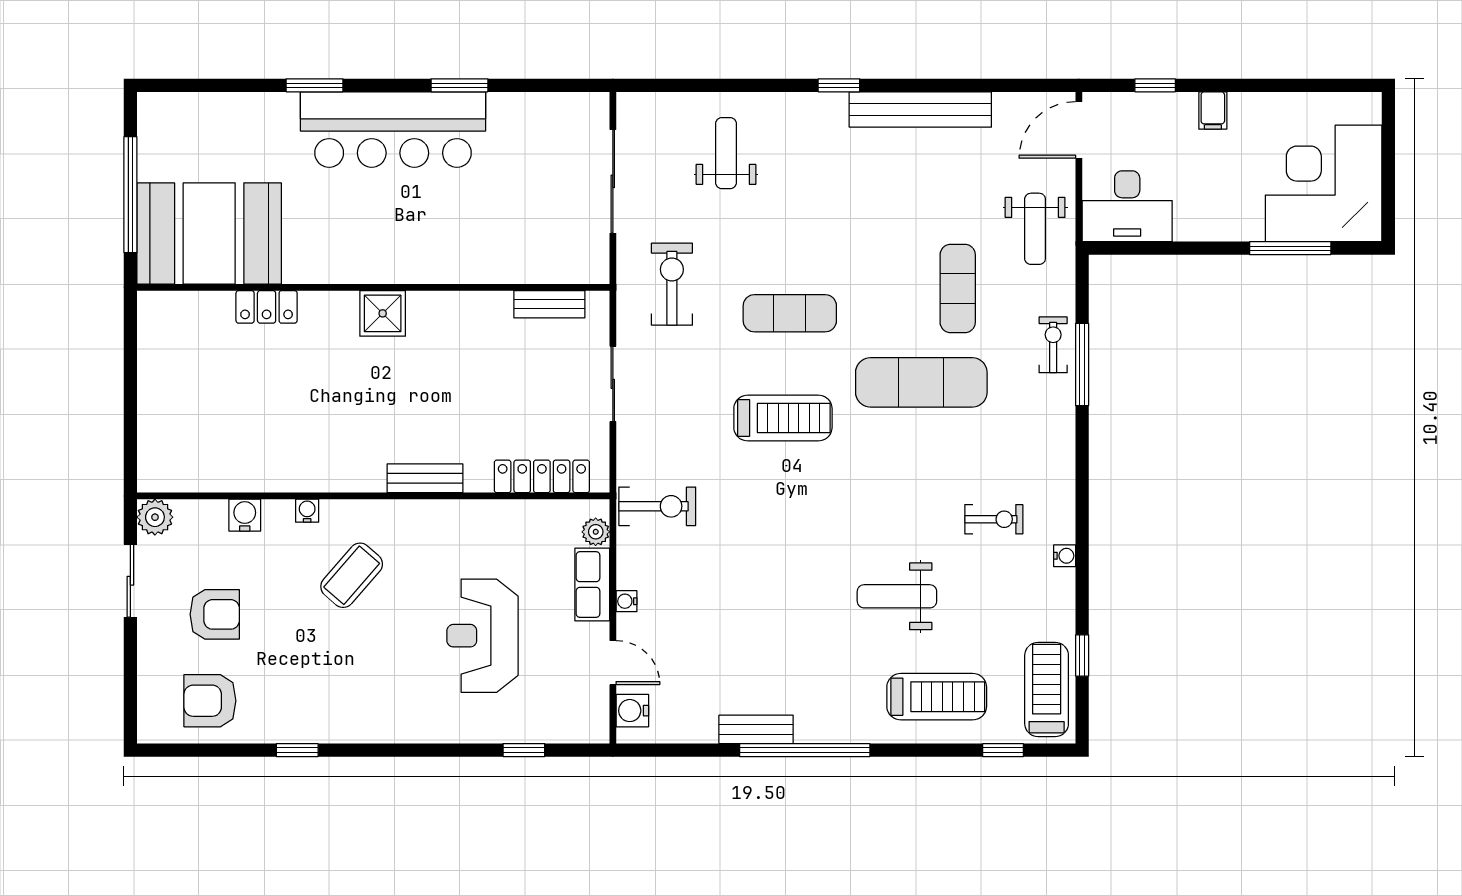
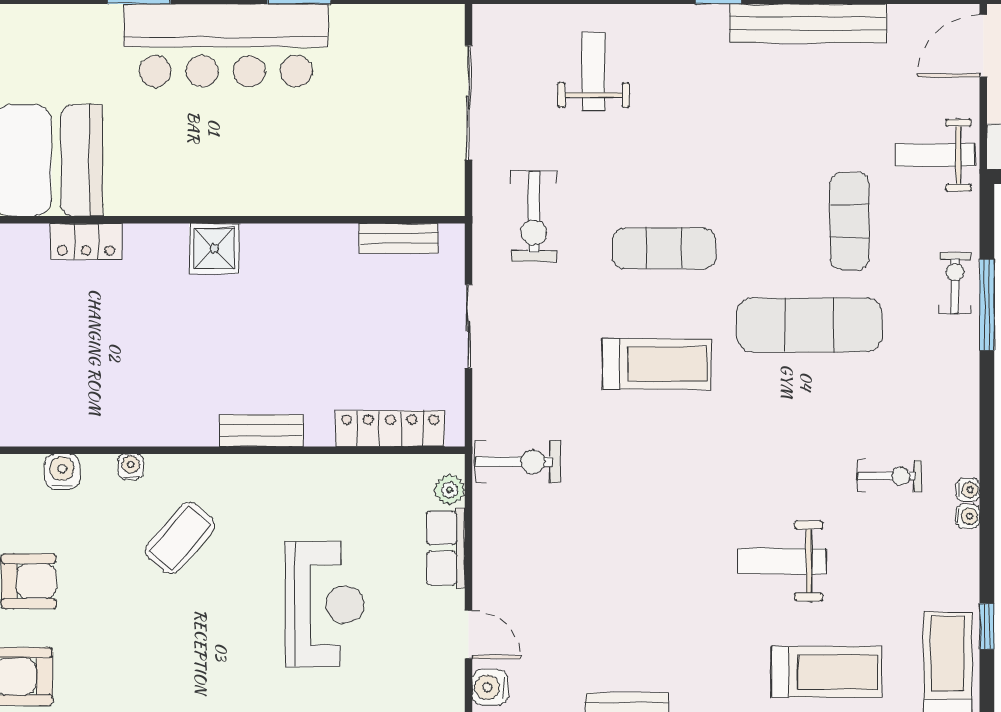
weight bench: (1035, 229) -> (935, 155), turned 90
exercise bike: (672, 284) -> (534, 216), turned 180
water cooler: (627, 601) -> (968, 490), moved, turned 180
reception desk: (482, 636) -> (325, 605), turned 180

